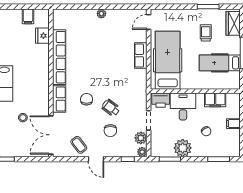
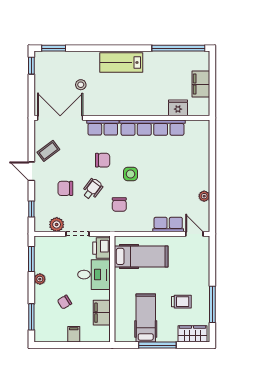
window: (208, 7) -> (212, 304), width x1.44
plant: (101, 14) -> (204, 196), moved
filing cabinet: (28, 16) -> (201, 84), width x2.00
row of seats: (141, 56) -> (168, 224), moved
hospital bed: (168, 60) -> (141, 256), width x0.73, depth x0.78
side table: (98, 76) -> (131, 174), added
chair: (124, 85) -> (119, 204), added
plant: (183, 148) -> (40, 279), width x0.53, depth x0.53
plant: (142, 152) -> (40, 226), removed
door: (96, 159) -> (31, 171), hinge flipped

